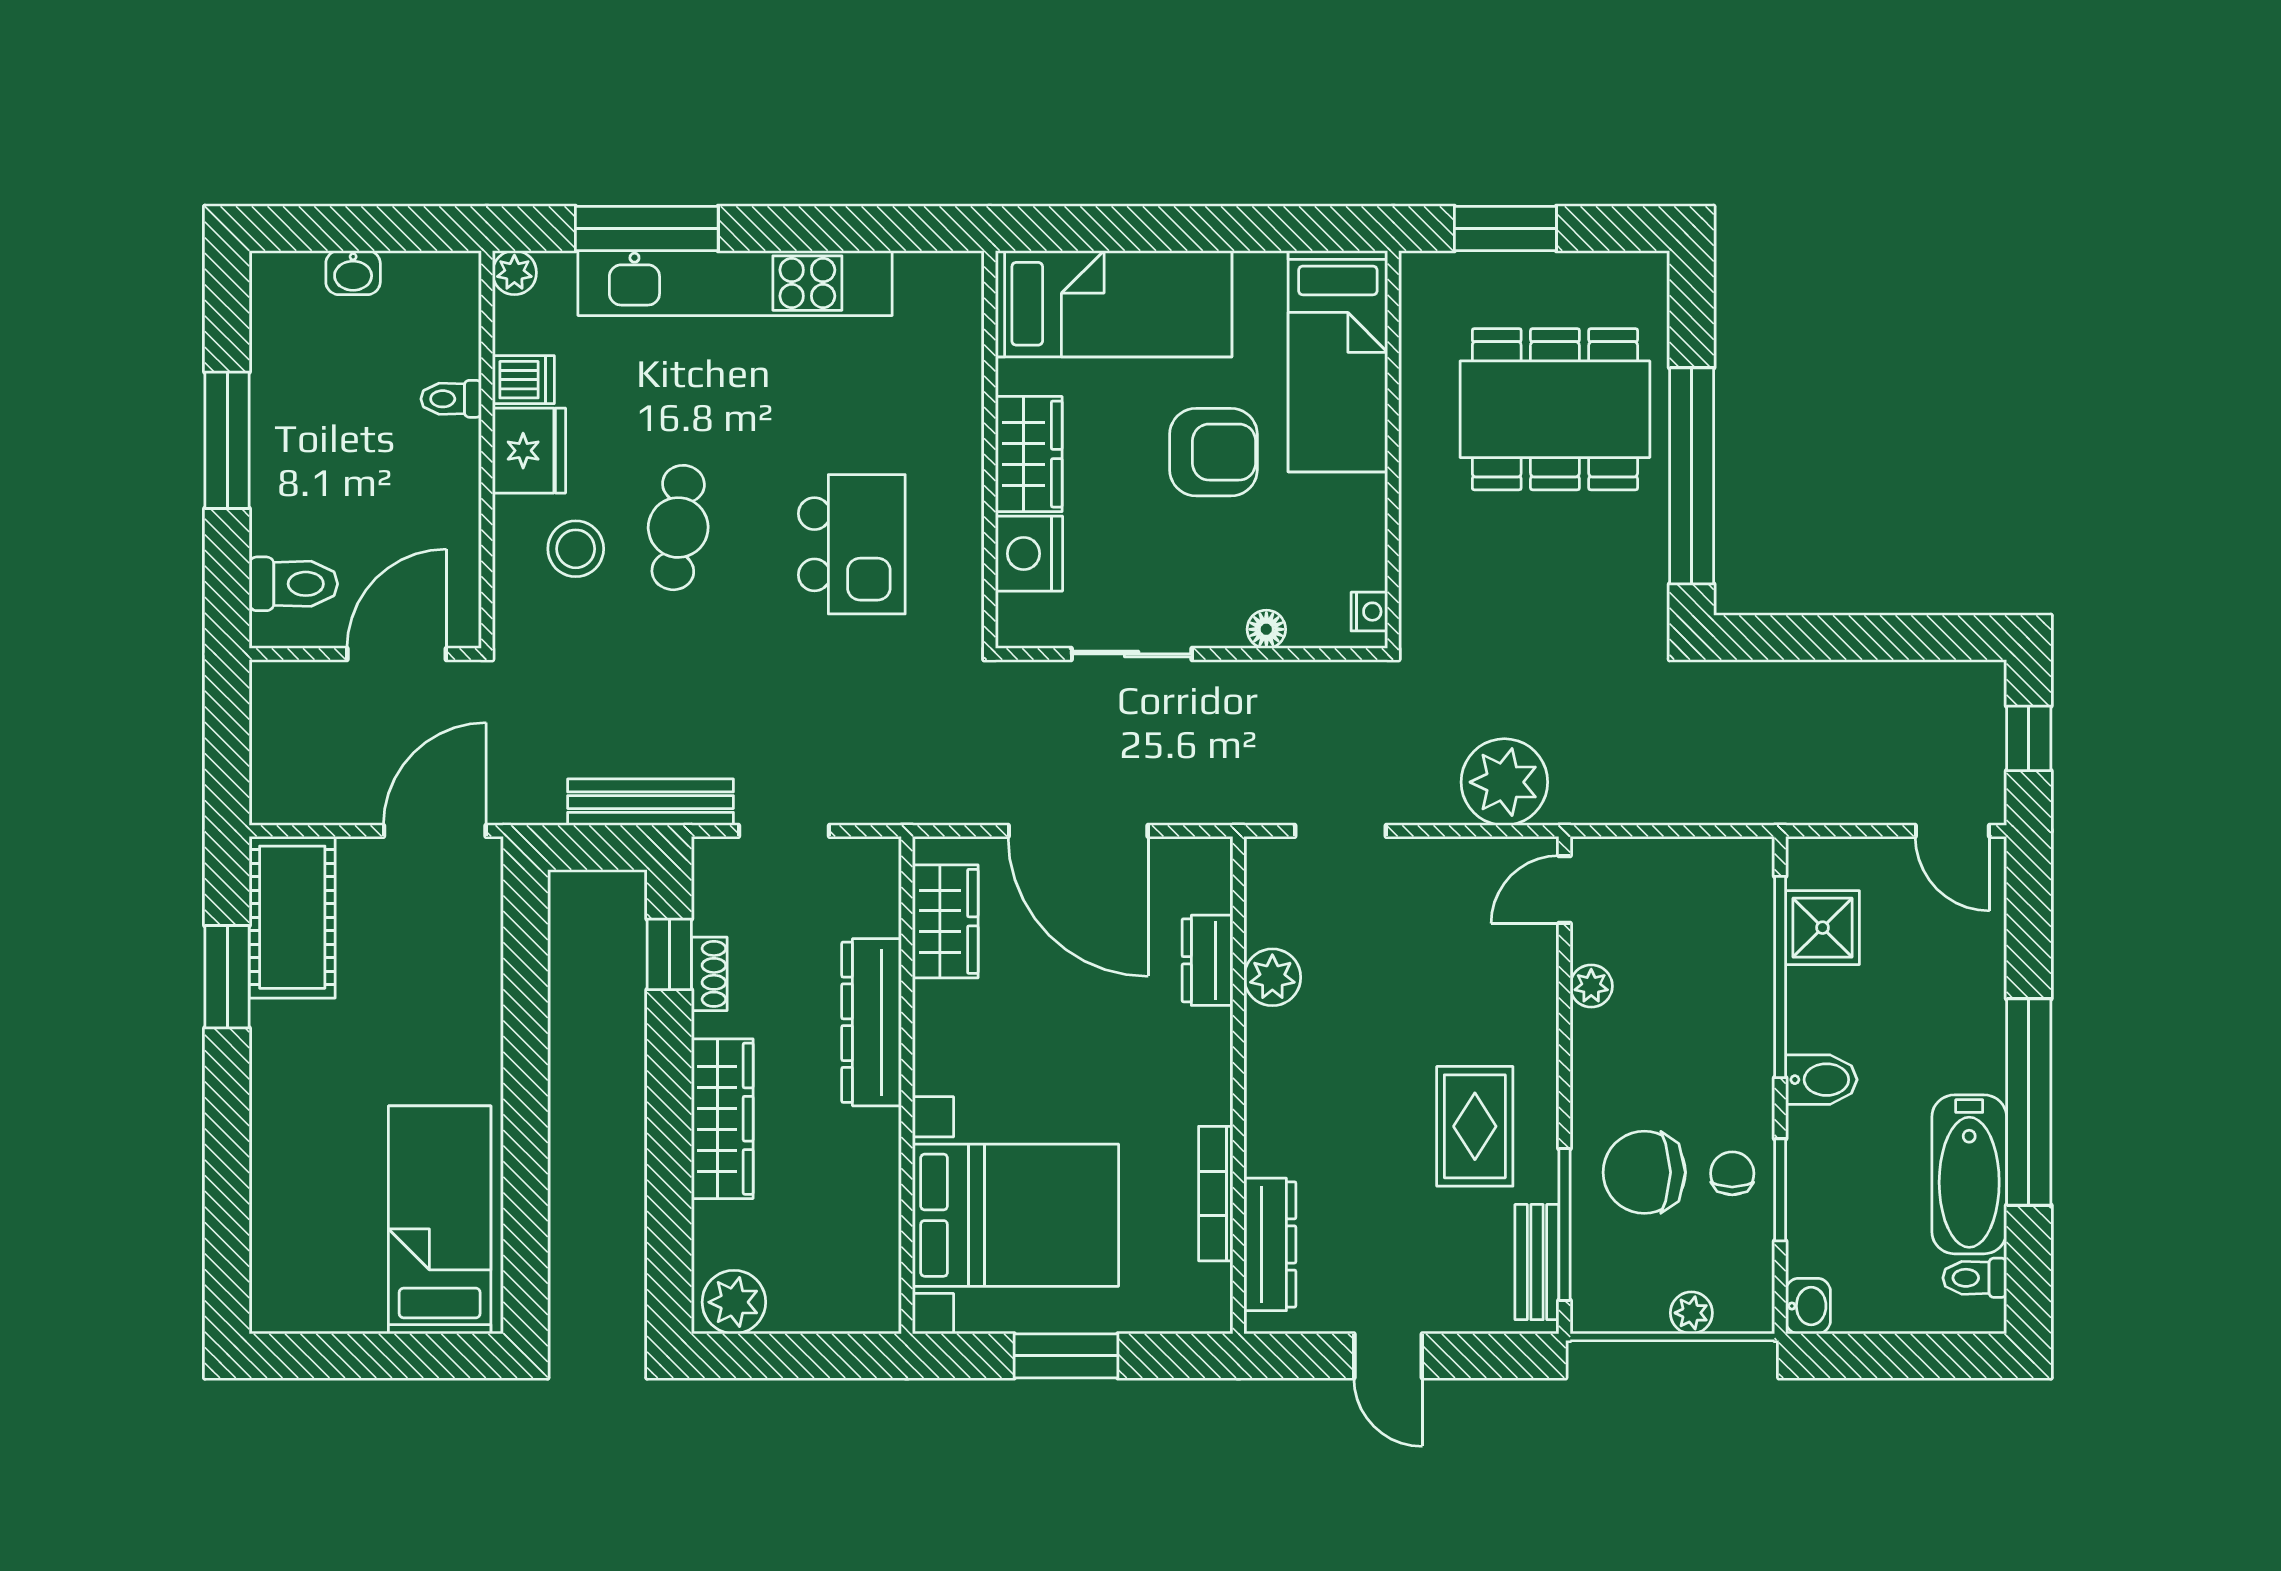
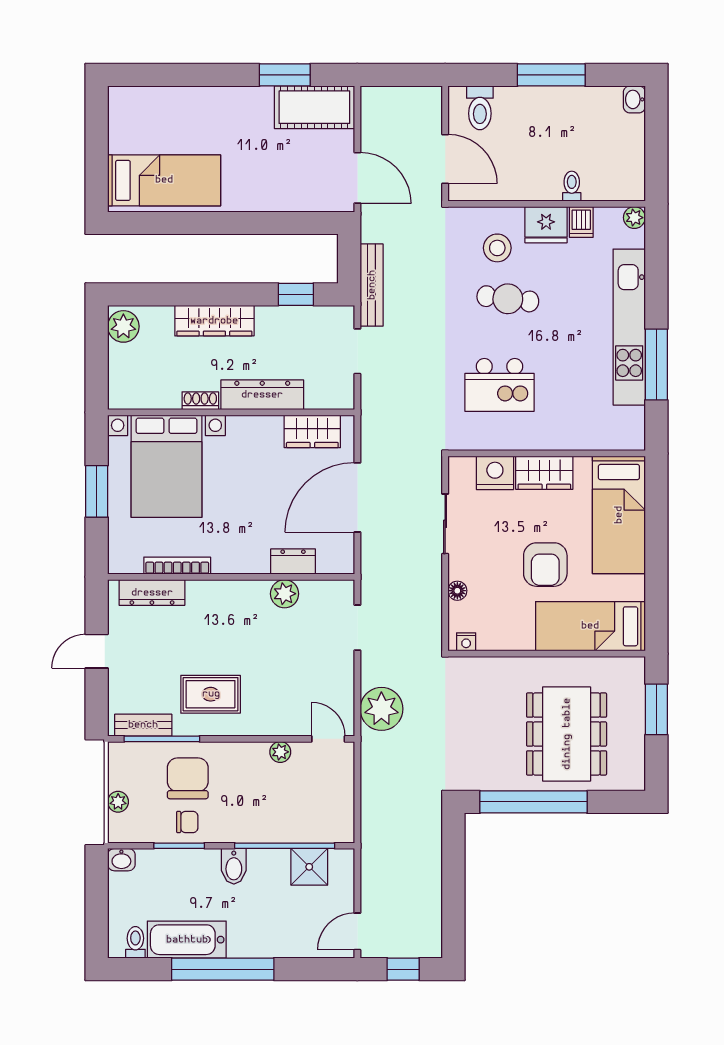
window: (647, 228) -> (656, 364), moved
washbasin: (353, 273) -> (634, 99), moved
shoe rack: (709, 974) -> (200, 401), moved, turned 180

